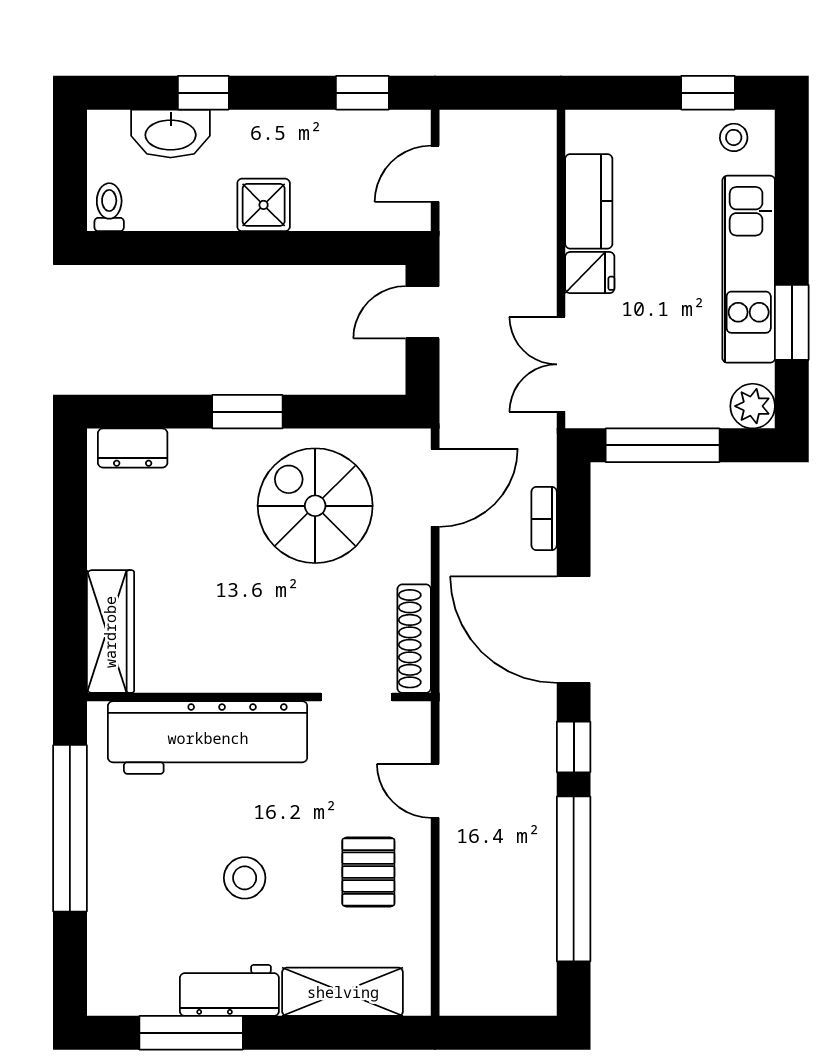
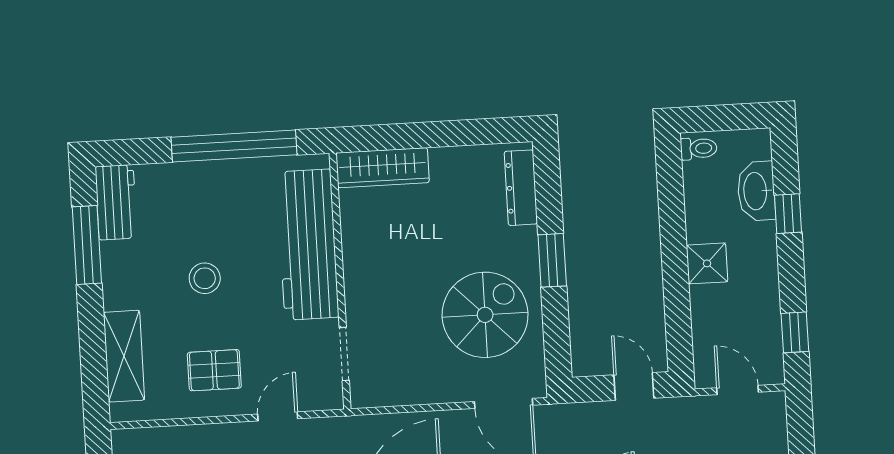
dresser: (133, 448) -> (521, 188), width x1.44
shoe rack: (414, 639) -> (390, 394), removed
workbench: (229, 990) -> (116, 202), moved

